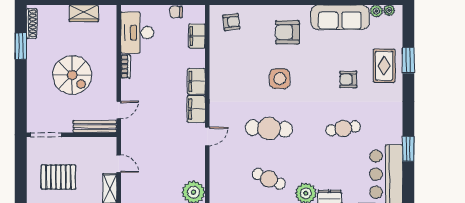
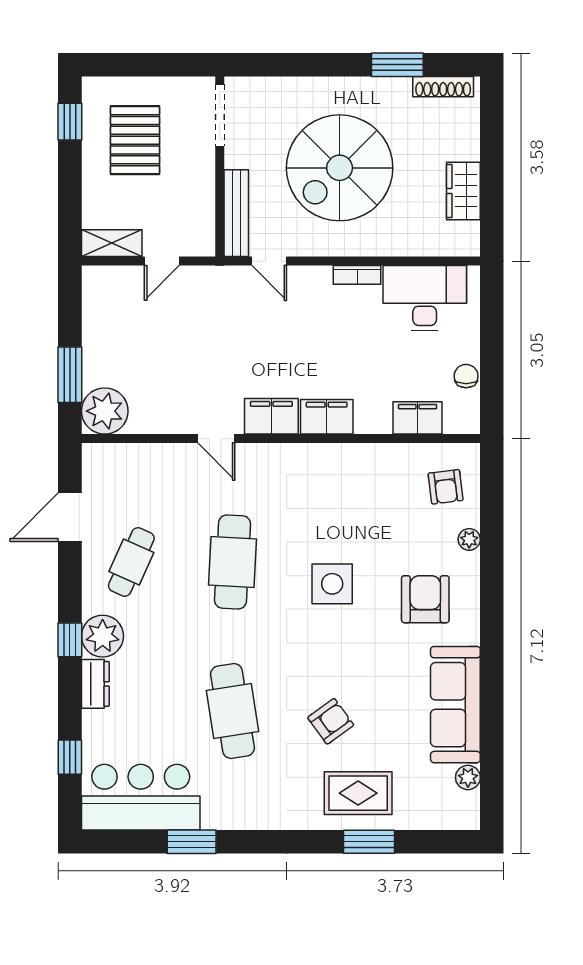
plant: (389, 10) -> (469, 539), moved
spiral stairs: (72, 75) -> (340, 168), width x1.37, depth x1.37
armchair: (348, 79) -> (331, 721), turned 54
cafe table: (343, 128) -> (233, 711), width x1.37, depth x1.35

